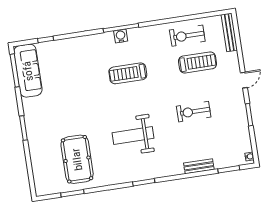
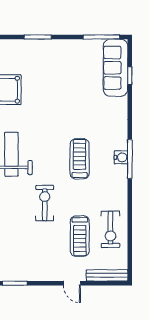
exercise bike: (187, 36) -> (110, 229), turned 180
sofa: (28, 71) -> (116, 68), moved, turned 90
door: (244, 80) -> (72, 283), moved
exercise bike: (194, 112) -> (45, 203), moved

